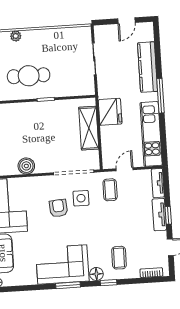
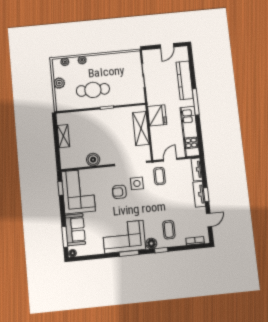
armchair: (58, 208) -> (119, 192), turned -86

